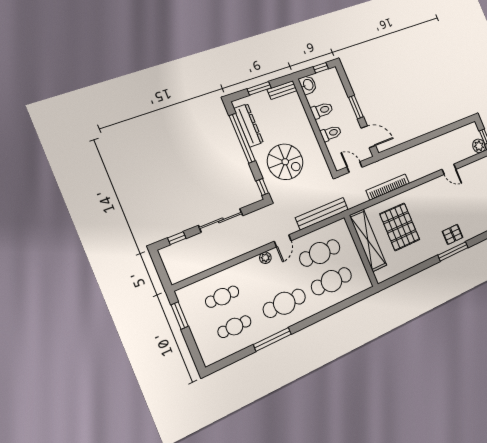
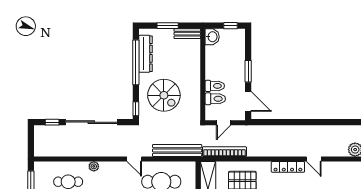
toilet: (322, 110) -> (215, 99), moved
door: (355, 167) -> (224, 123), swing flipped
locker: (430, 186) -> (288, 167), added
bookcase: (388, 187) -> (224, 152), moved
sliding door: (221, 220) -> (91, 122), width x1.36
door: (283, 241) -> (134, 159), hinge flipped
plant: (265, 258) -> (94, 166), moved

